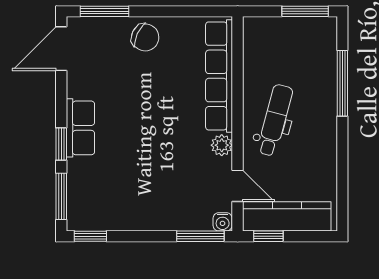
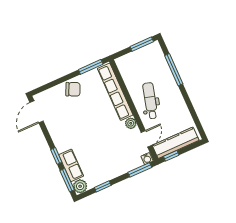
window: (105, 11) -> (91, 67), moved
row of seats: (80, 128) -> (71, 165), moved
door: (238, 186) -> (147, 139), hinge flipped
plant: (80, 218) -> (80, 186), added
window: (90, 236) -> (103, 186), moved

